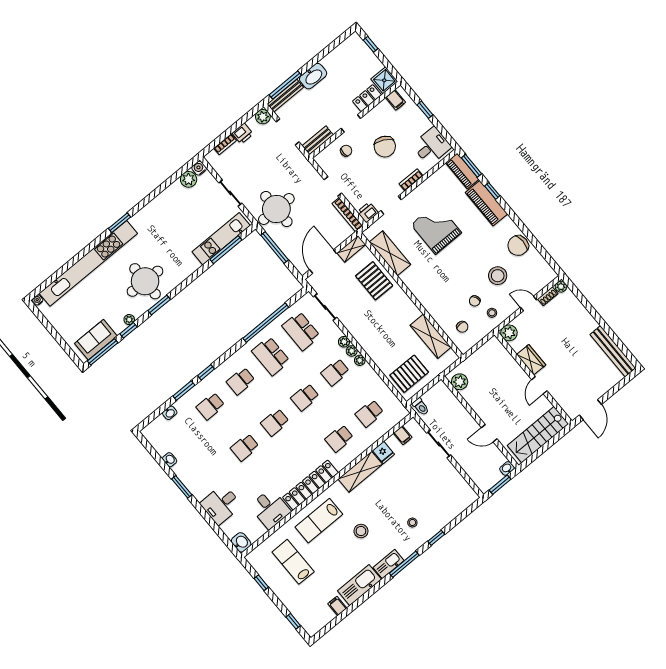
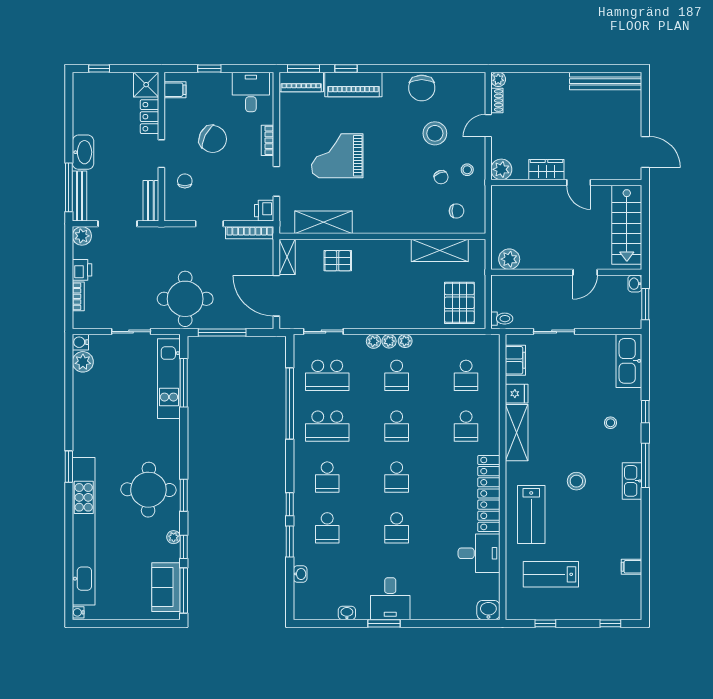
pallet: (374, 281) -> (338, 261), width x0.67, depth x0.71
filing cabinet: (403, 435) -> (515, 360), width x2.00
desk: (221, 504) -> (390, 599), moved
kitchen sink: (359, 585) -> (629, 361), moved

